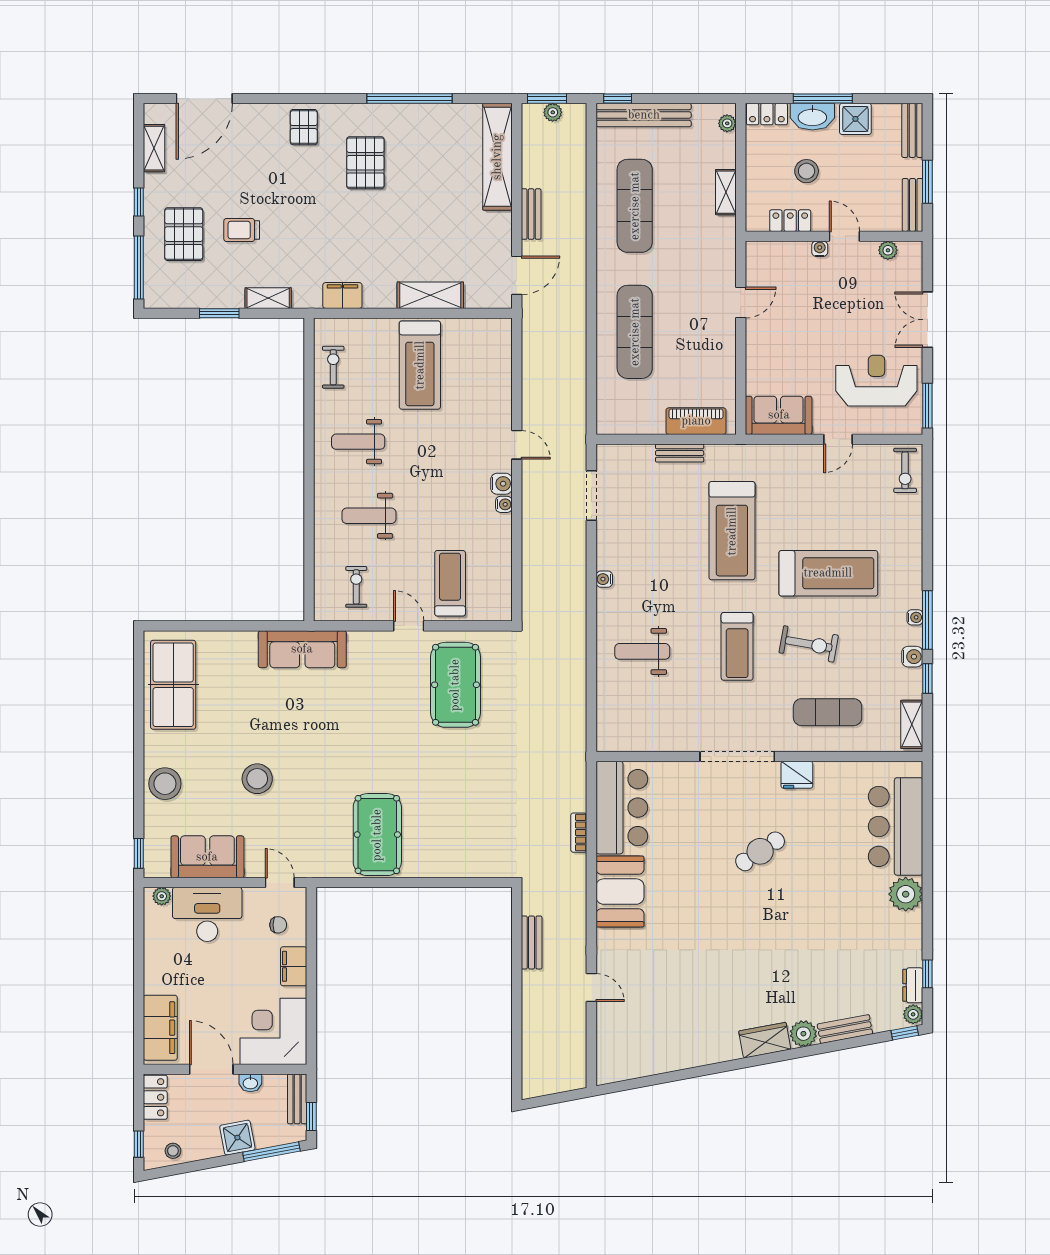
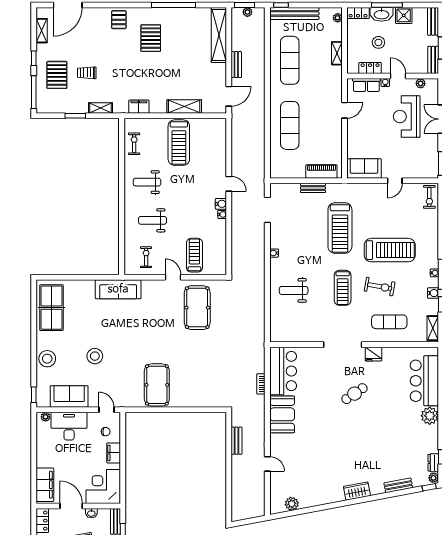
row of seats: (783, 254) -> (366, 85), added
reception desk: (876, 381) -> (407, 117), moved, turned -90
plant: (803, 1034) -> (292, 504), moved

